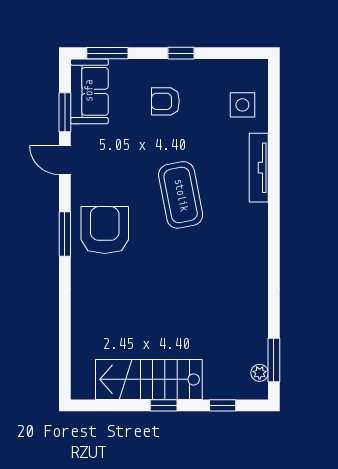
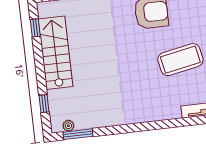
window: (164, 405) -> (35, 28), moved

